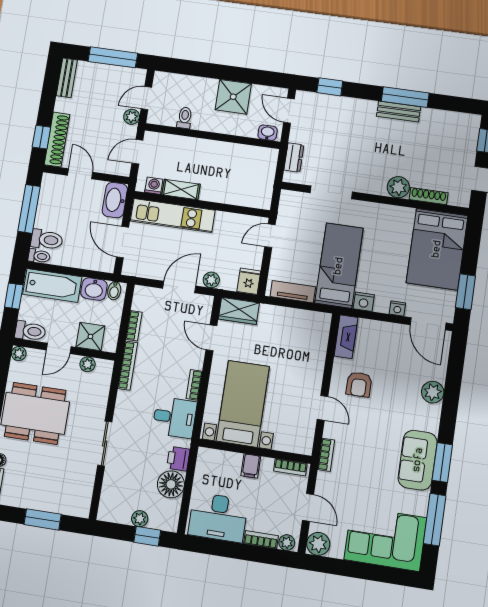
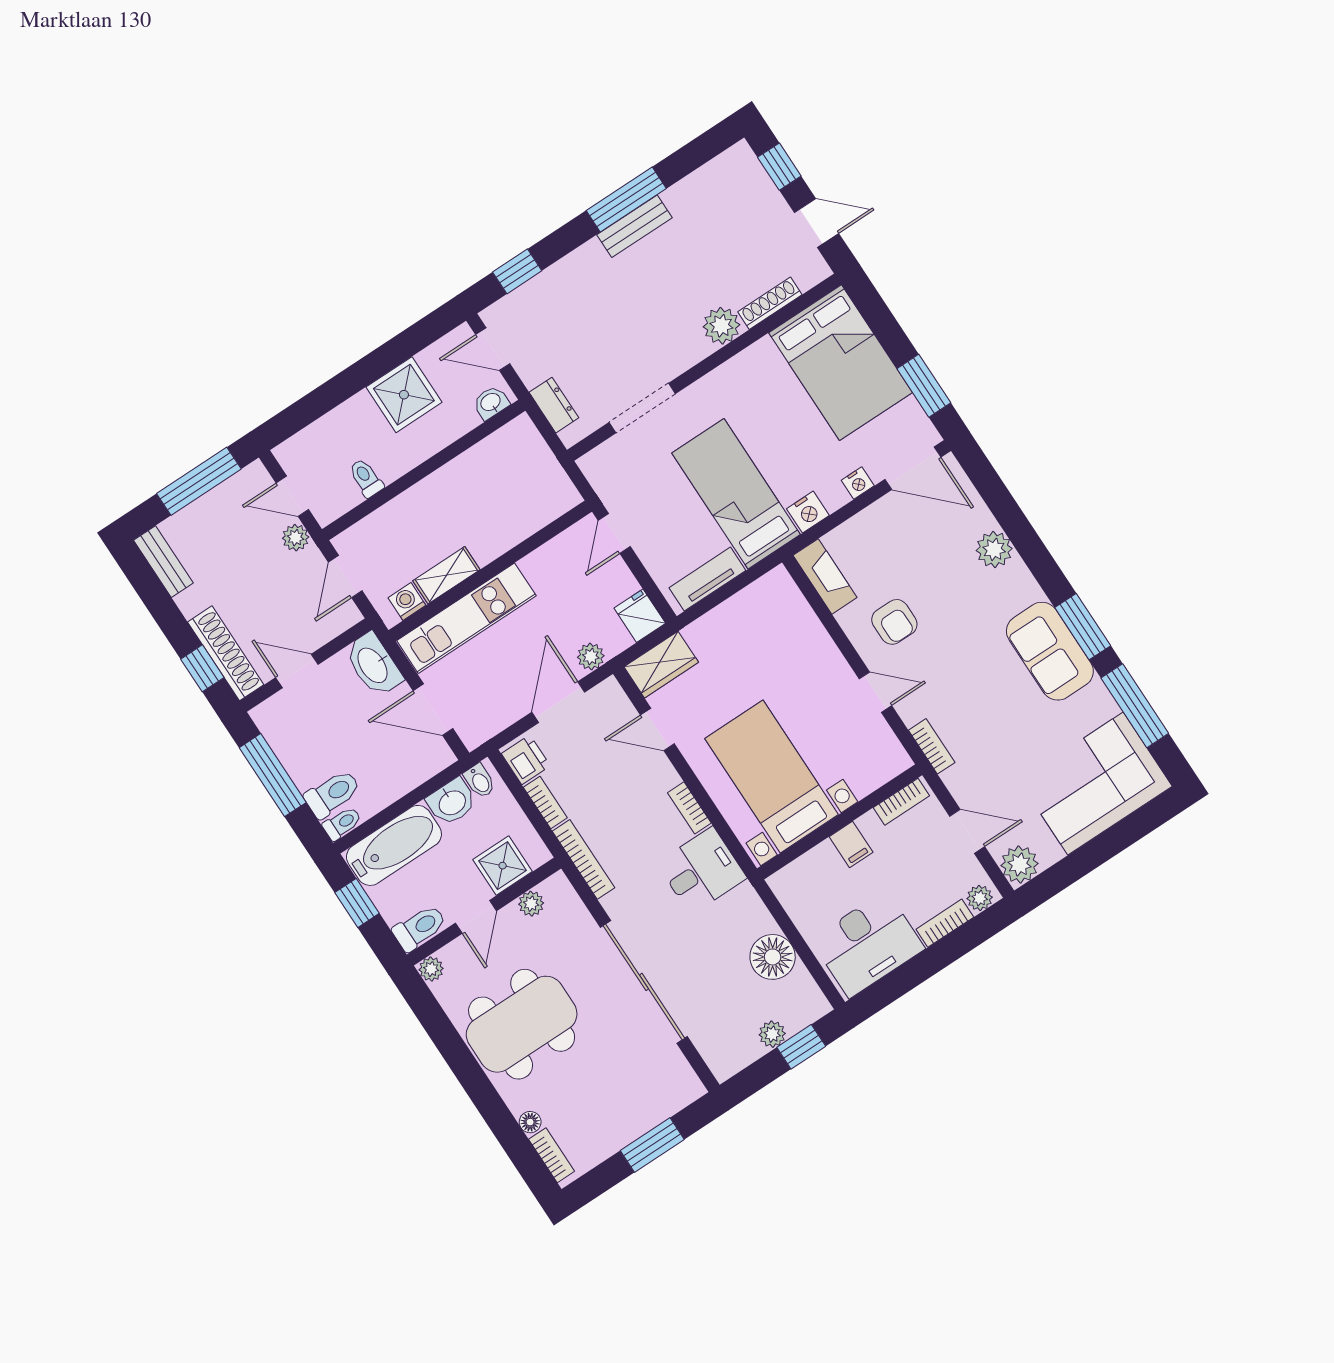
door: (146, 98) -> (292, 496), hinge flipped
sliding door: (105, 444) -> (644, 982), width x1.86
printer: (178, 459) -> (526, 760), moved, turned 180

